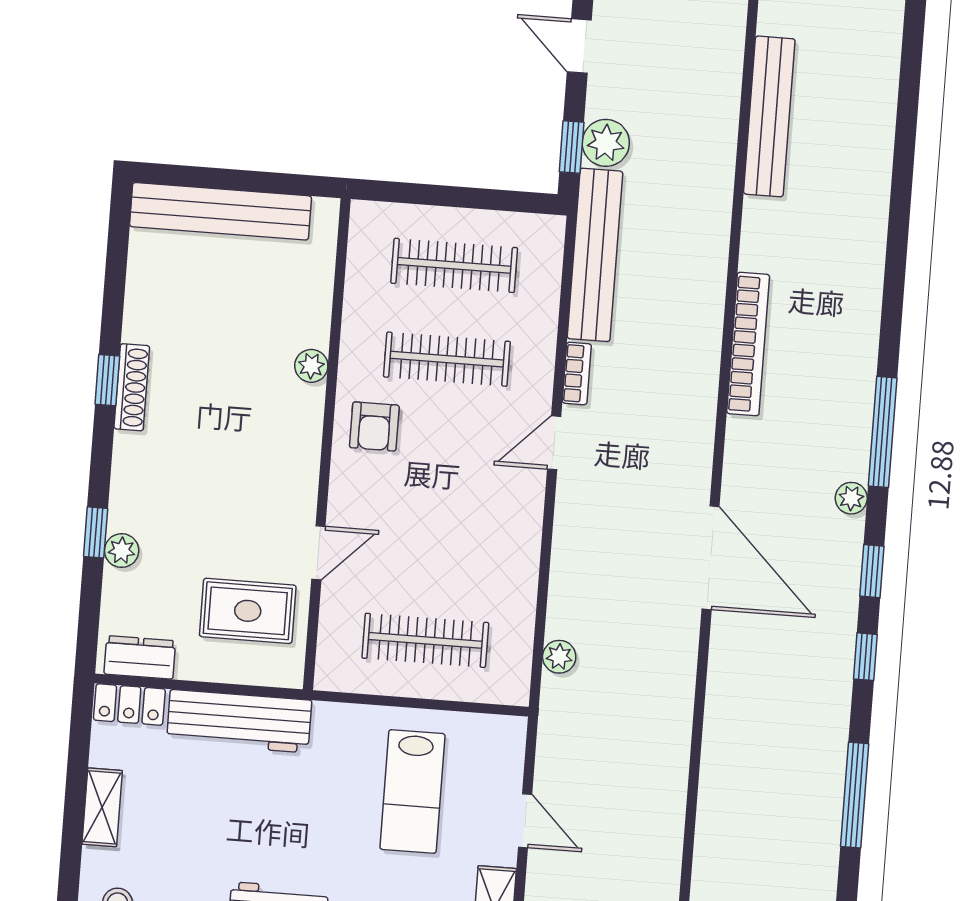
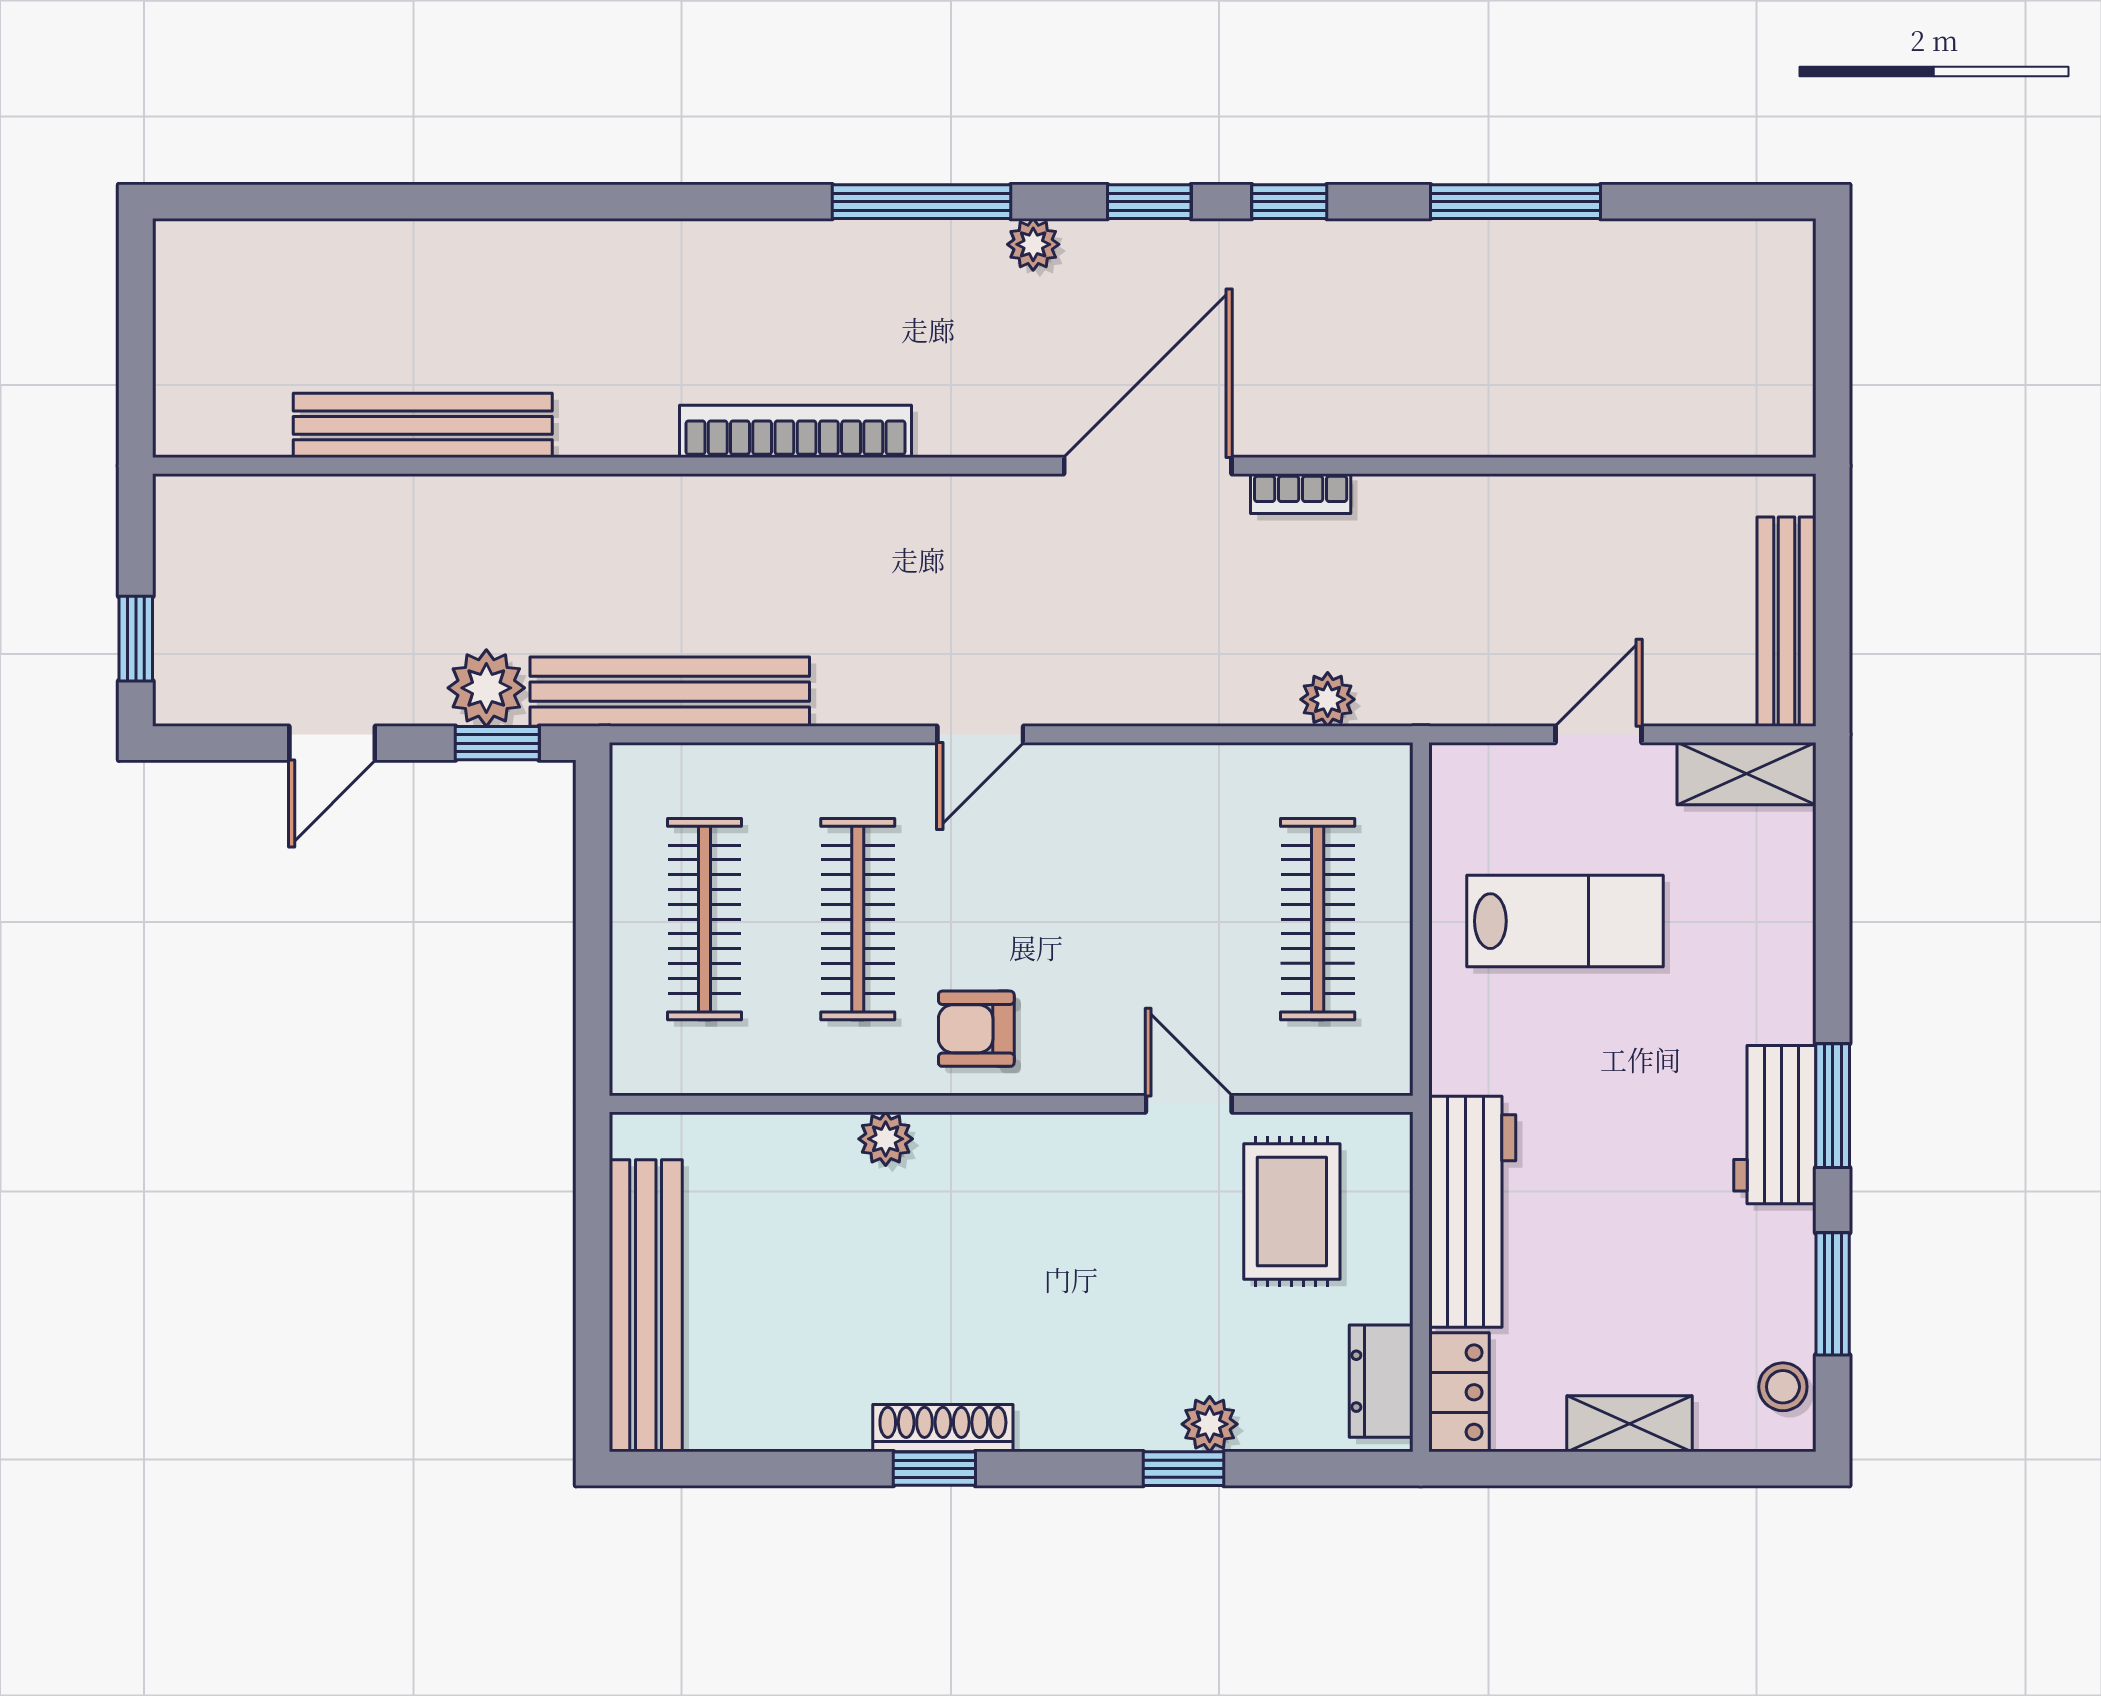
bookcase: (577, 373) -> (1301, 494), moved, turned 180
armchair: (374, 426) -> (976, 1029), turned 180
door: (554, 443) -> (980, 734), hinge flipped

